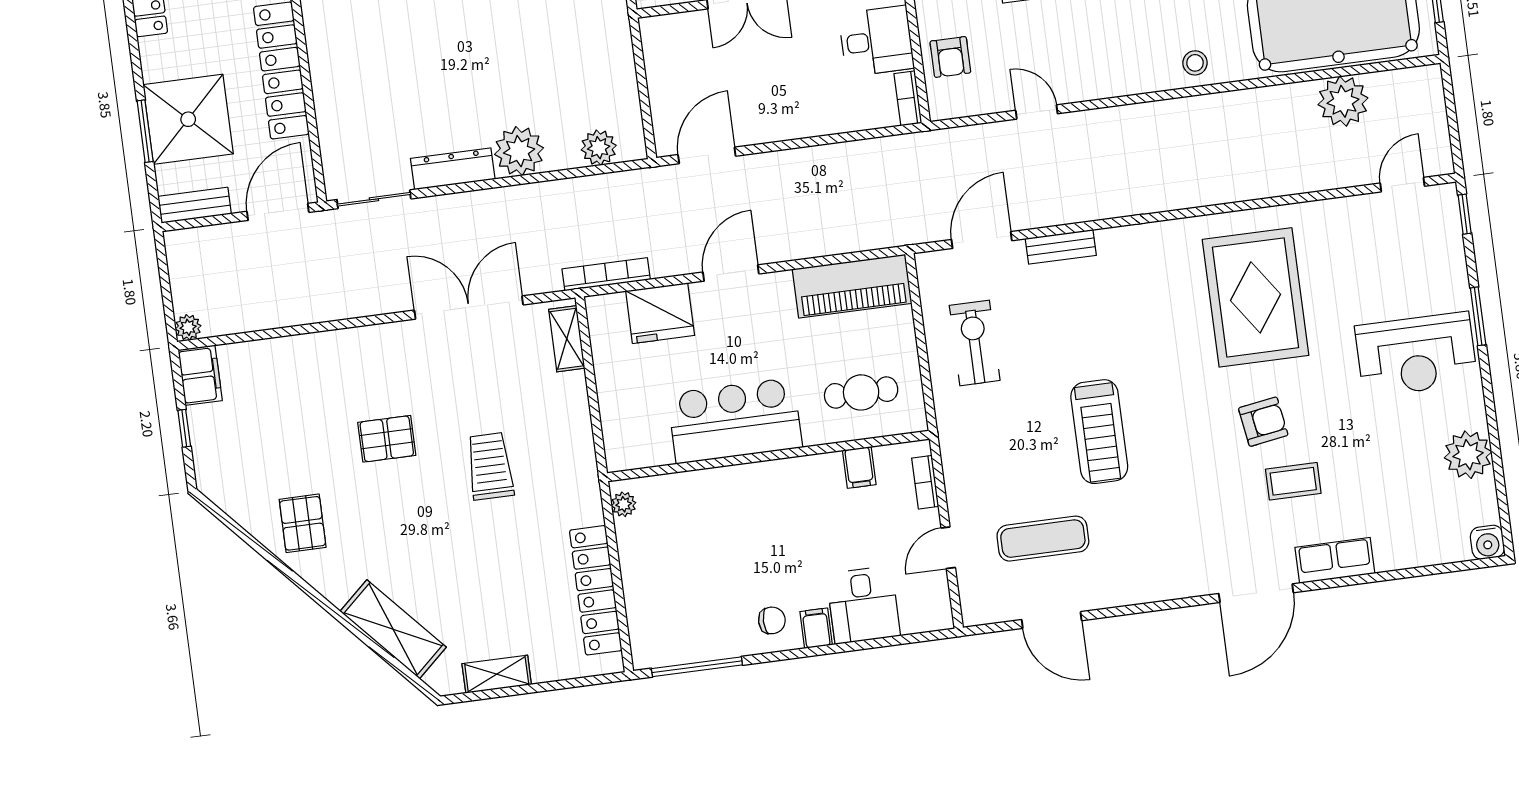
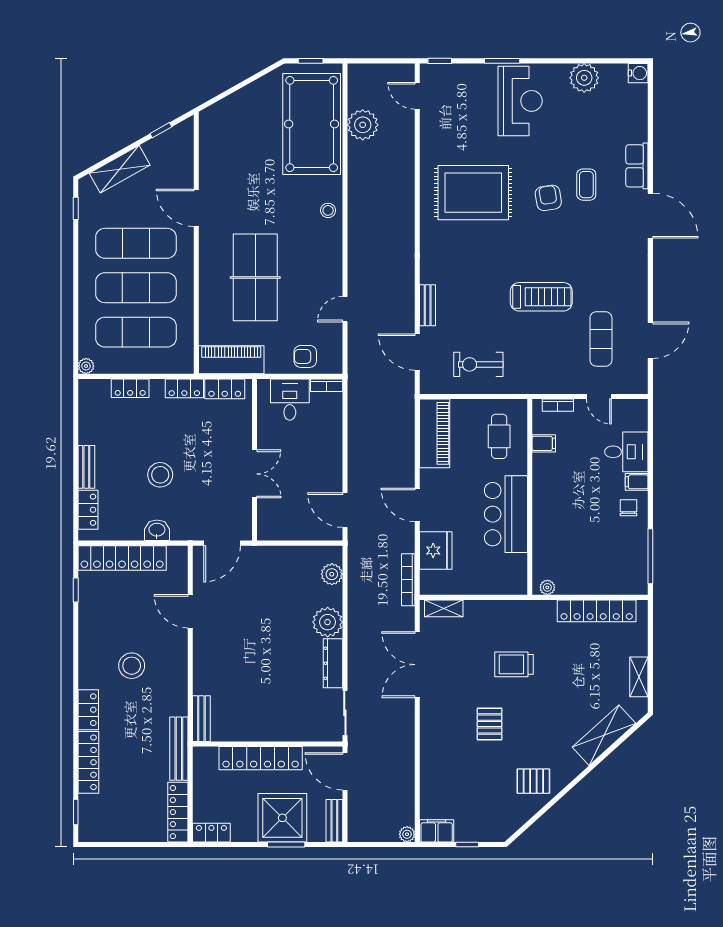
armchair: (950, 57) -> (305, 356), turned 180

